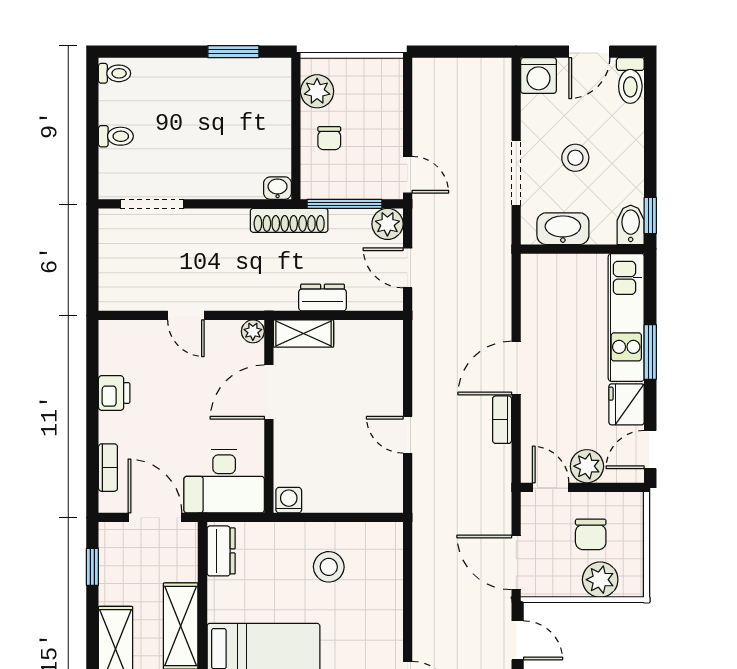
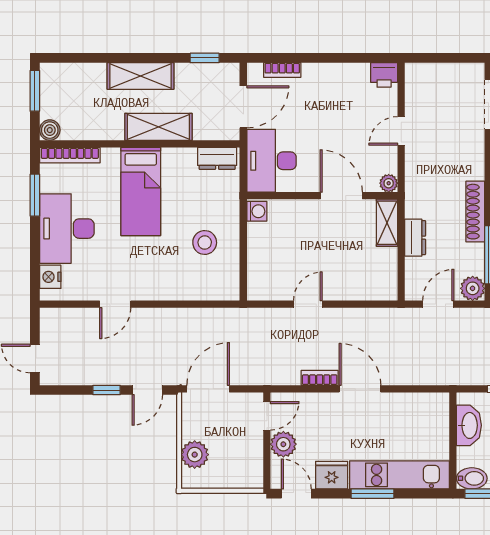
printer: (114, 393) -> (384, 75), moved
chair: (591, 534) -> (230, 447), removed

